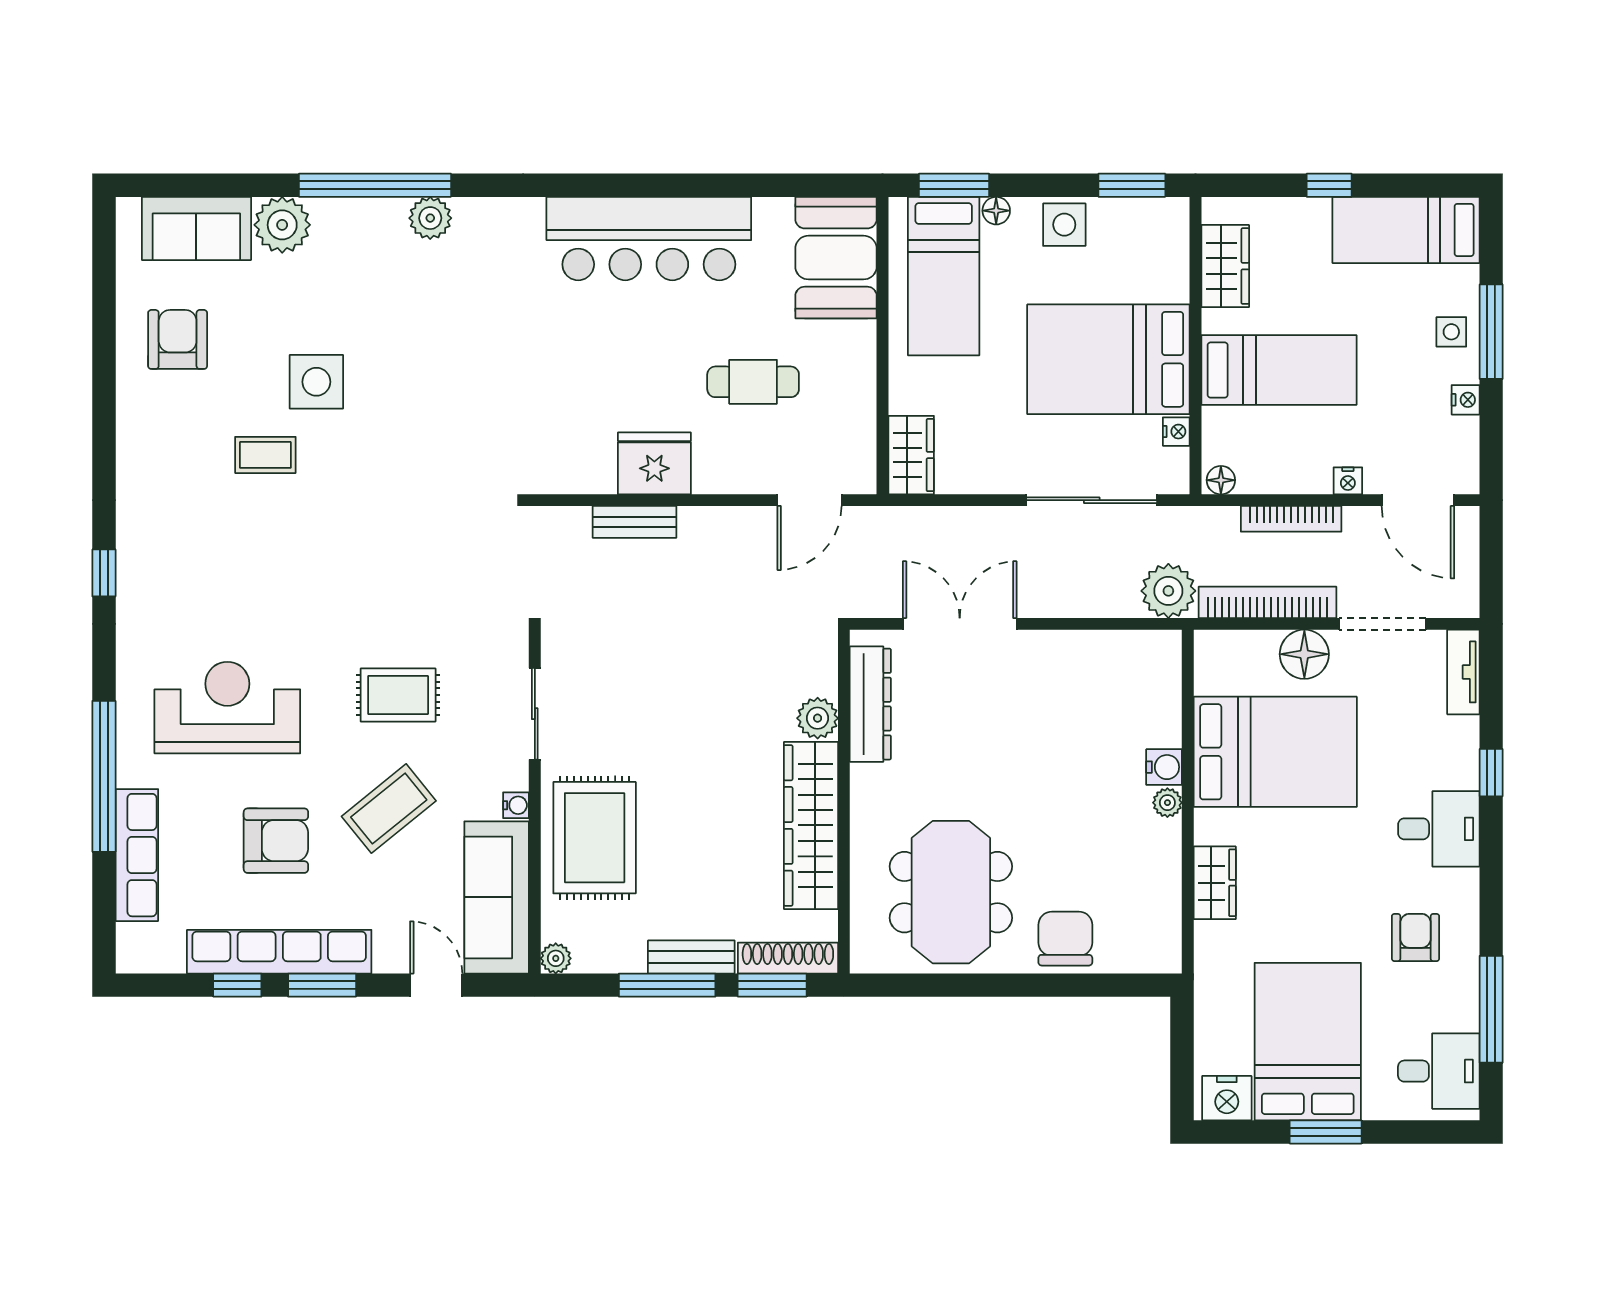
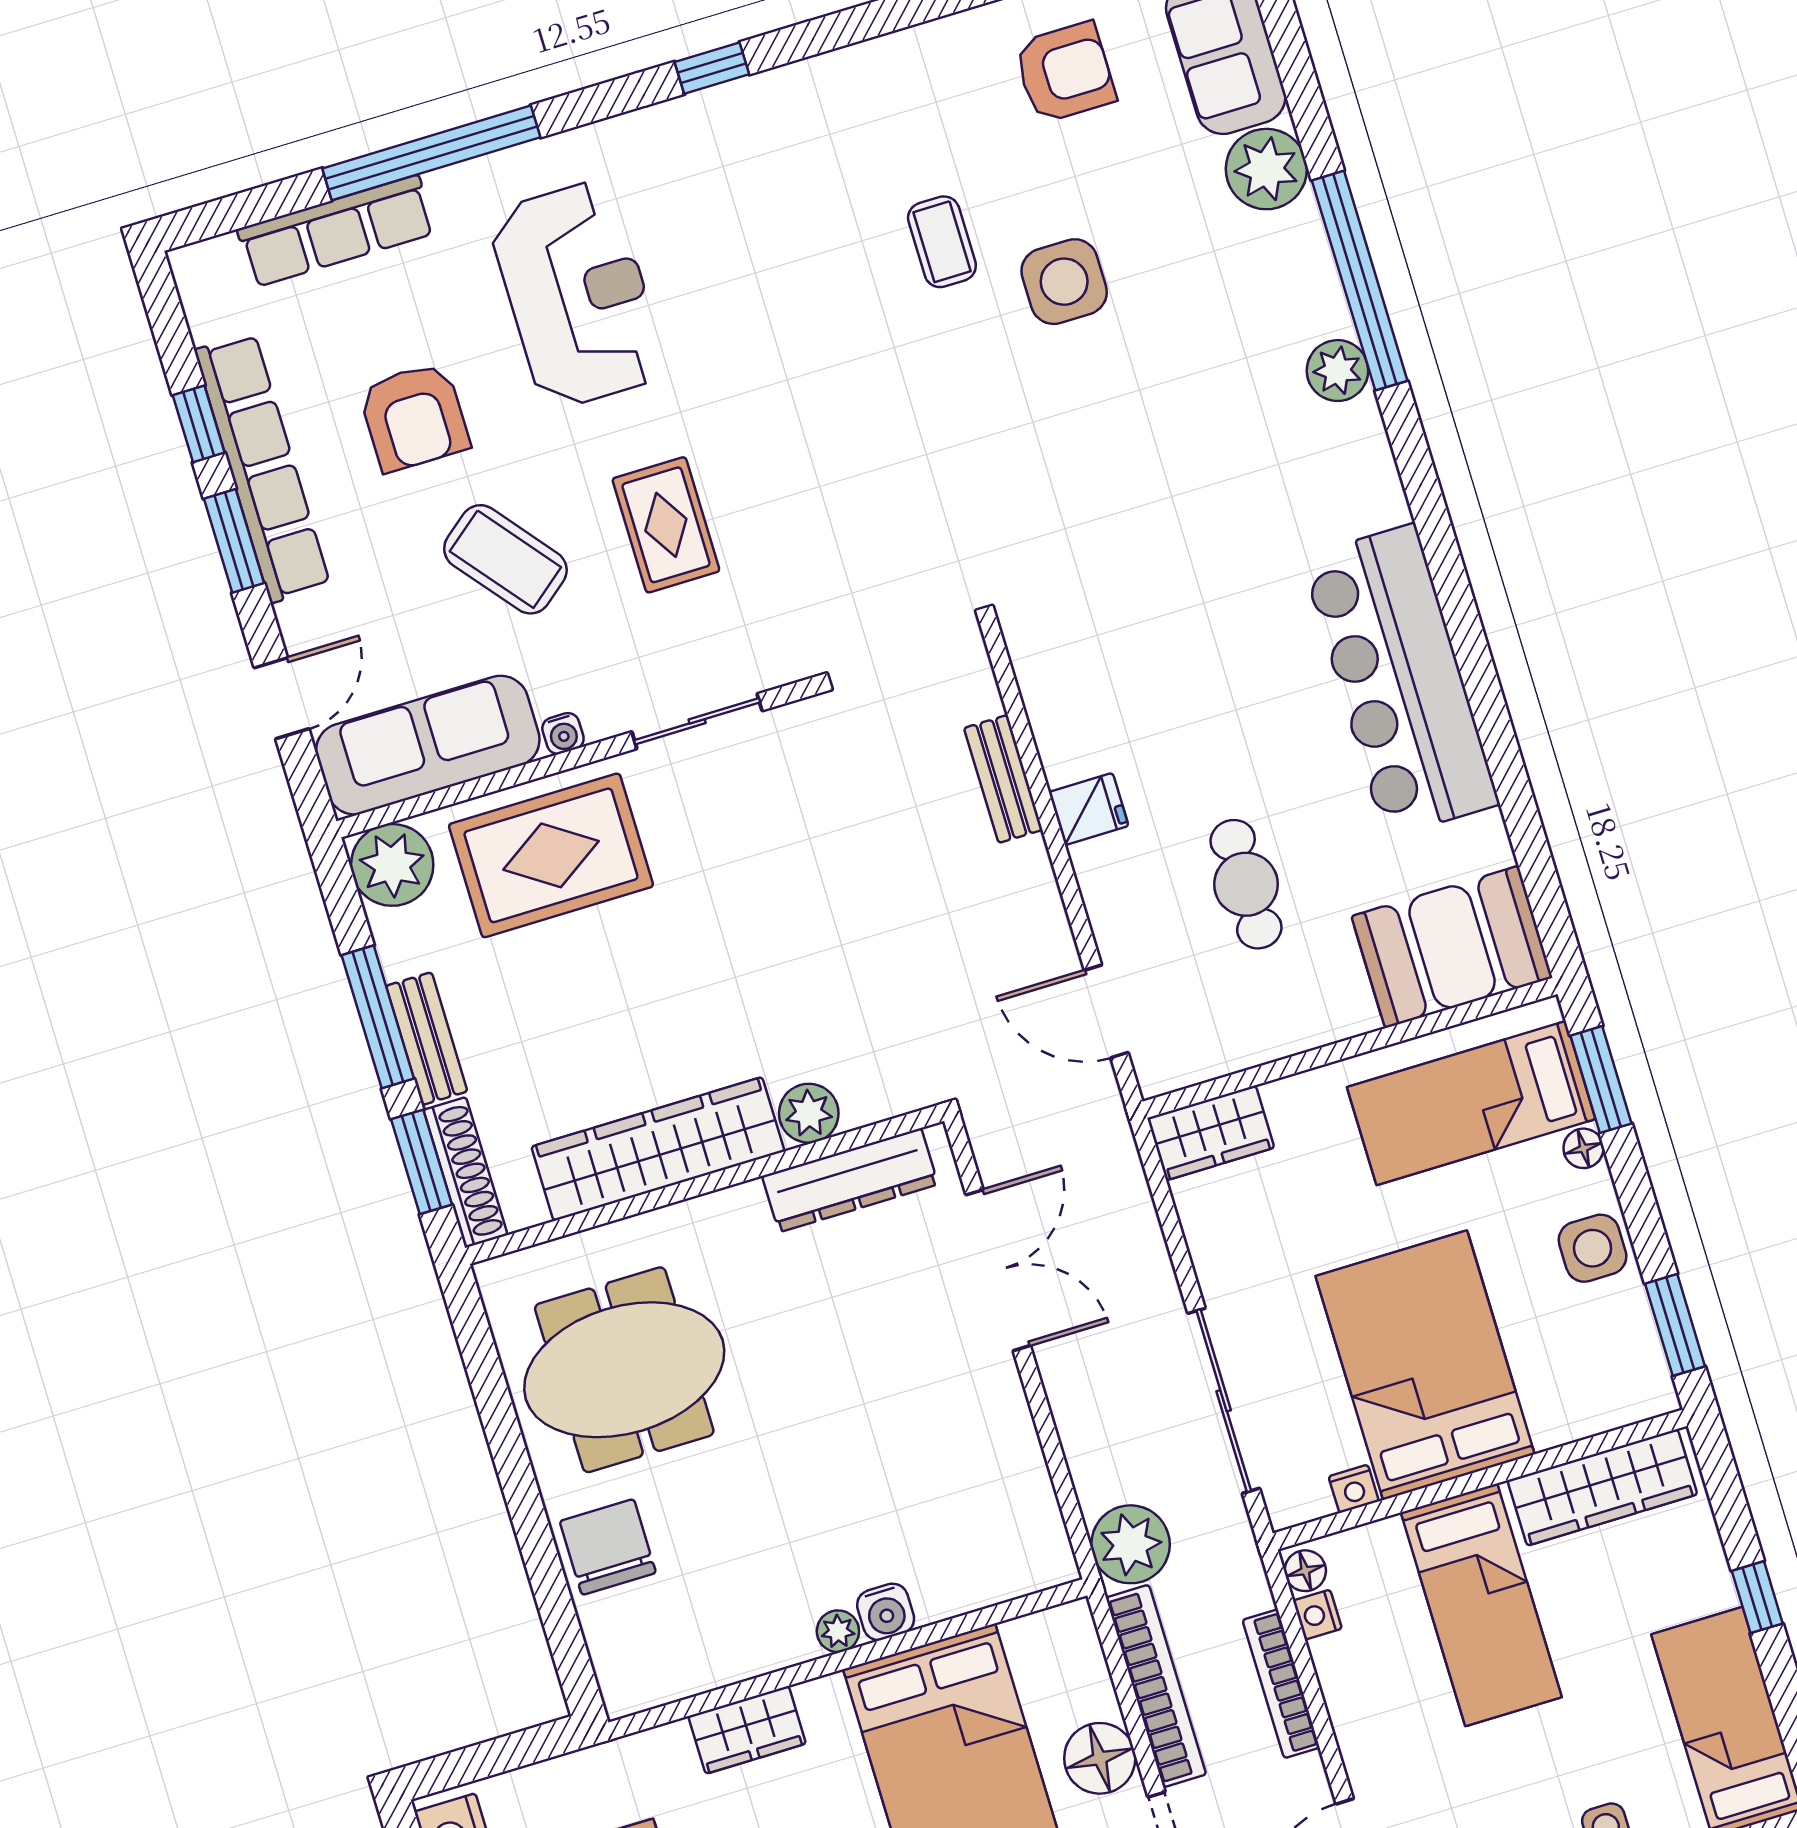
wardrobe: (1225, 266) -> (1602, 1487), width x1.50
fridge: (654, 463) -> (1089, 809), width x0.53, depth x0.75
nightstand: (1348, 481) -> (1317, 1615), moved
chair: (1065, 939) -> (608, 1547), turned -90
plant: (556, 958) -> (392, 865), width x1.88, depth x1.88

